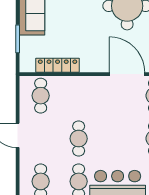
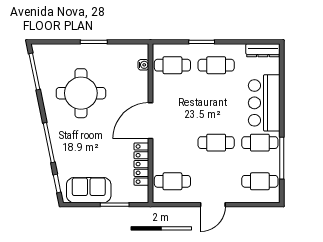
door: (127, 74) -> (151, 121), moved

